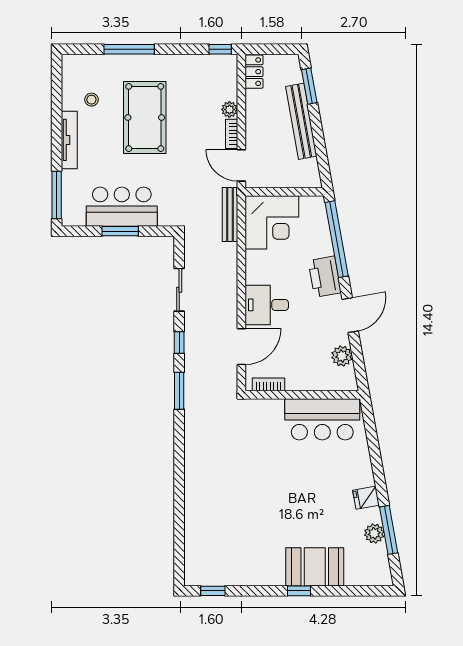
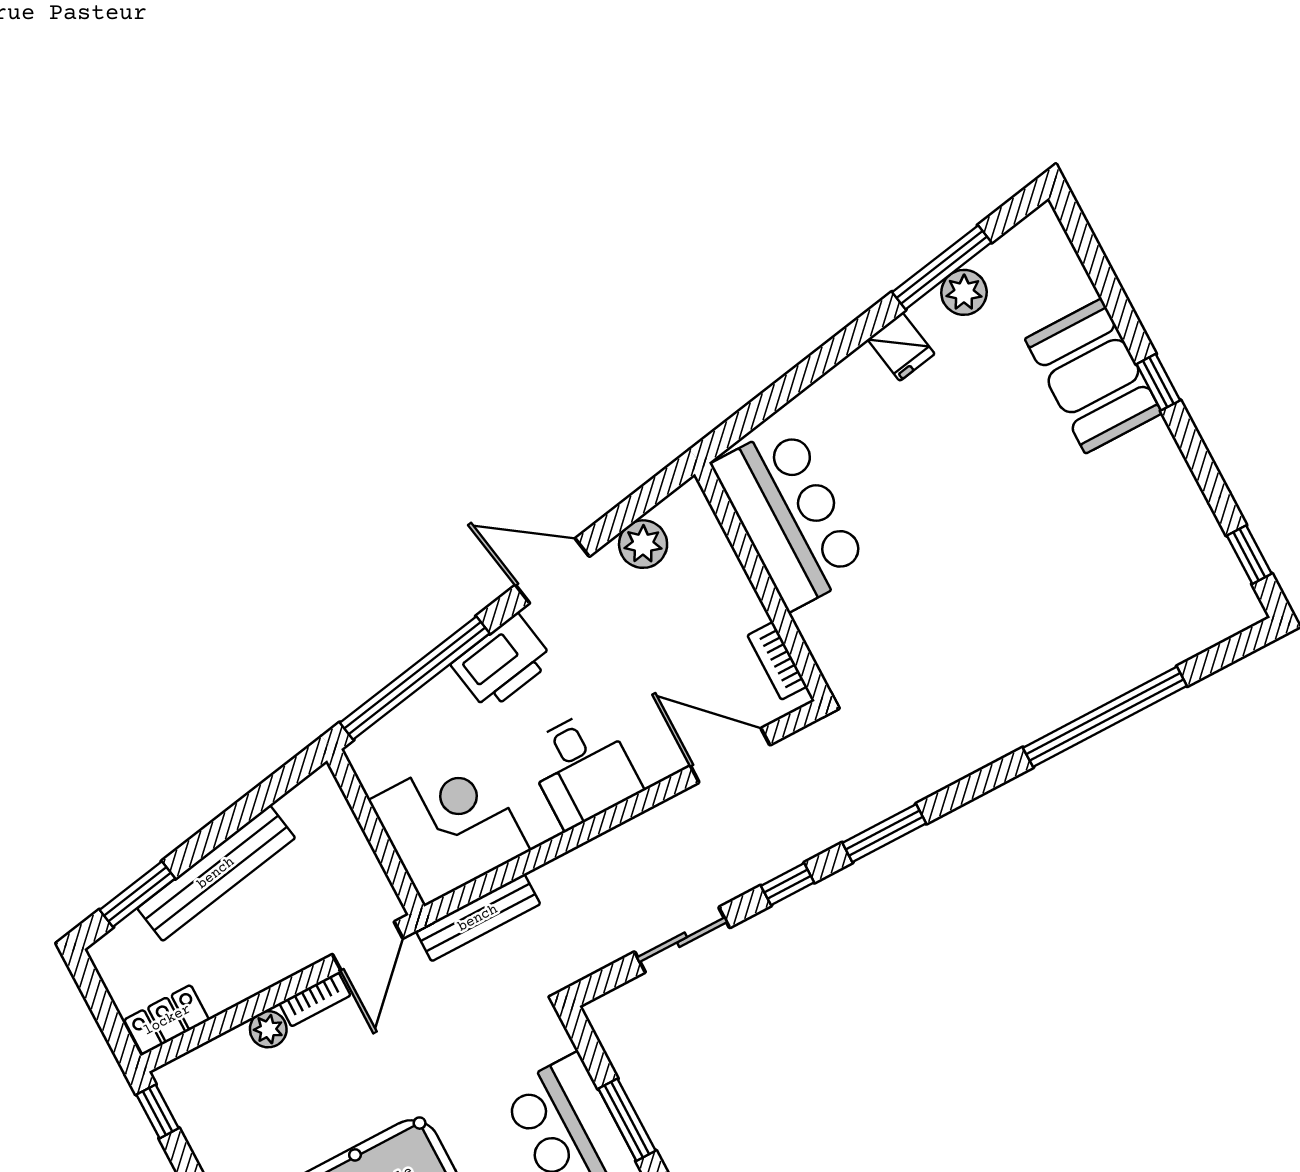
desk: (267, 305) -> (582, 768), moved
window: (179, 501) -> (1105, 717), added

